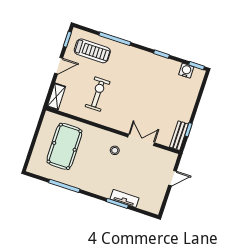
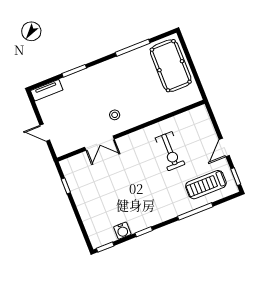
water cooler: (186, 71) -> (122, 231), moved
shelving: (56, 97) -> (204, 119), removed
bench: (179, 136) -> (70, 174), removed
pool table: (64, 146) -> (171, 66), moved
door: (172, 178) -> (45, 133), hinge flipped
tv unit: (125, 198) -> (47, 90), moved

